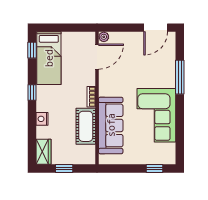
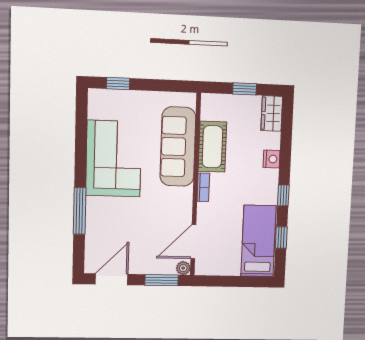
window: (119, 28) -> (162, 280), added
window: (32, 50) -> (281, 238), moved

